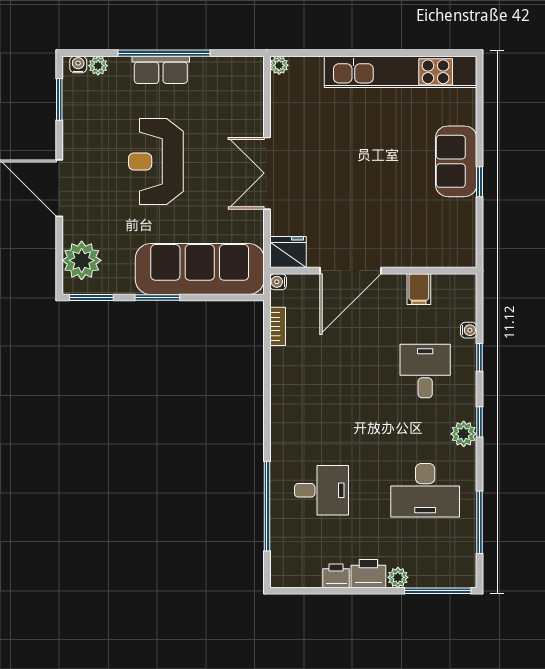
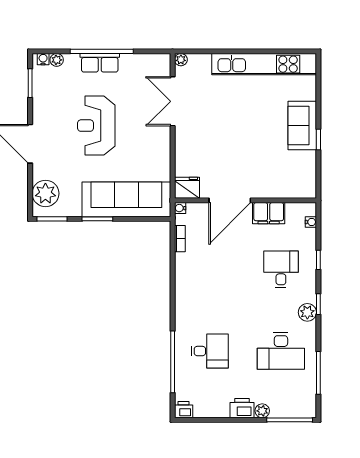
double door: (267, 173) -> (173, 101), moved
filing cabinet: (419, 289) -> (269, 213), width x2.00
water cooler: (469, 330) -> (311, 222), moved
printer: (336, 576) -> (184, 410), moved

